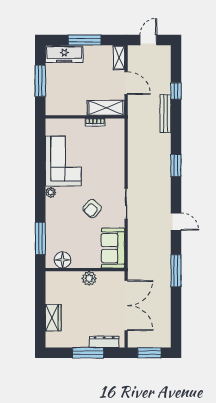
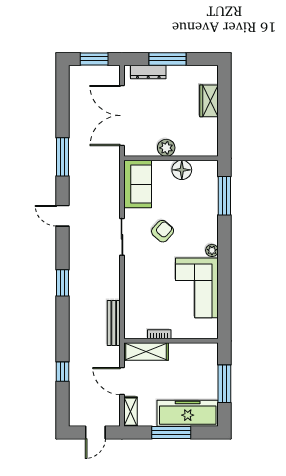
freezer: (64, 54) -> (188, 413), width x1.36, depth x1.26
bench: (165, 114) -> (114, 323), moved
floor lamp: (62, 260) -> (182, 170), moved

